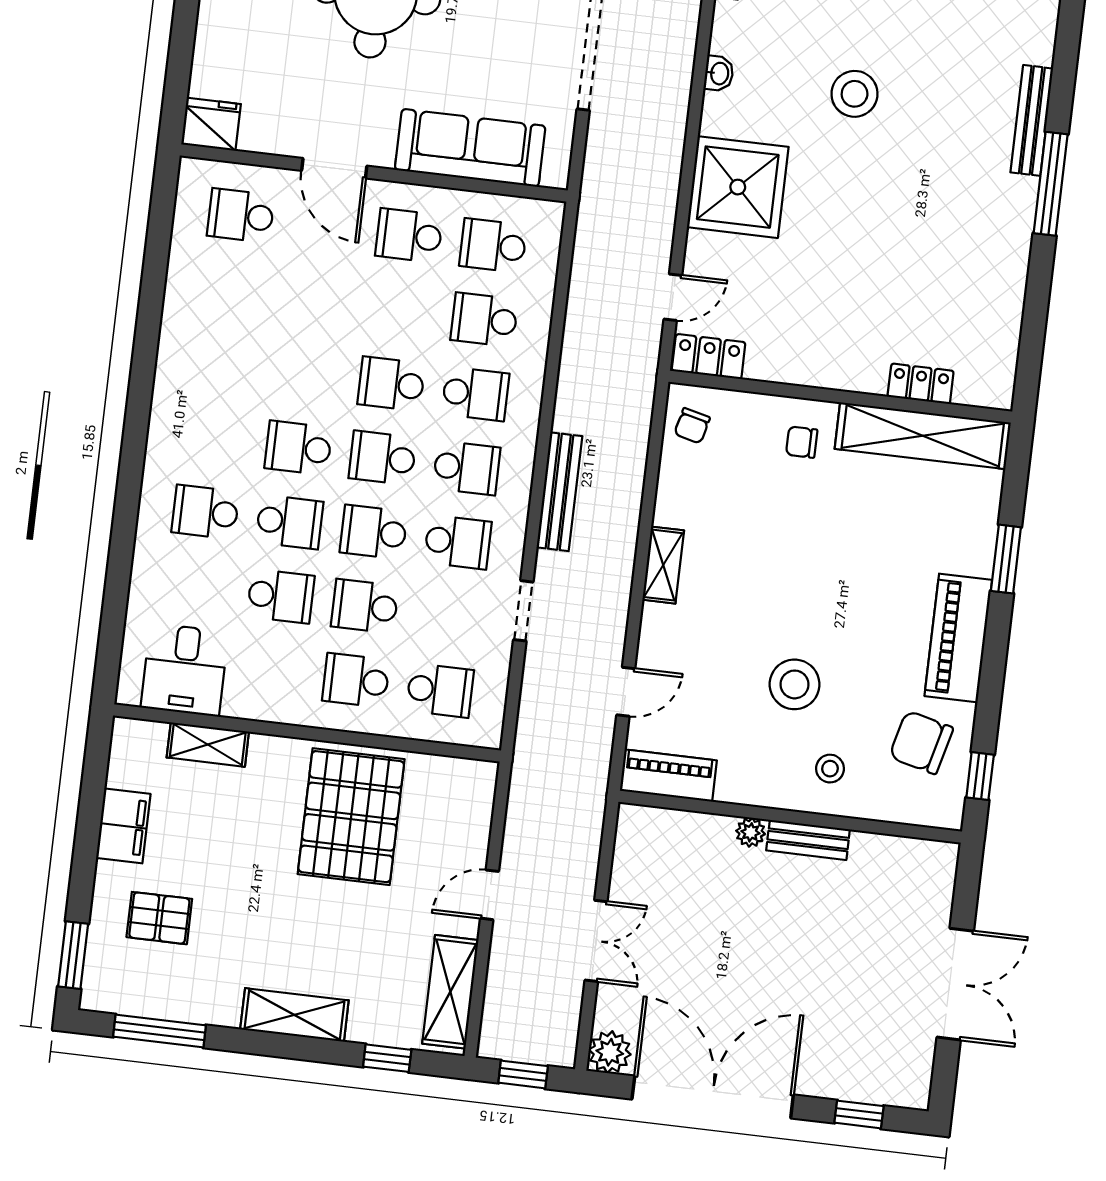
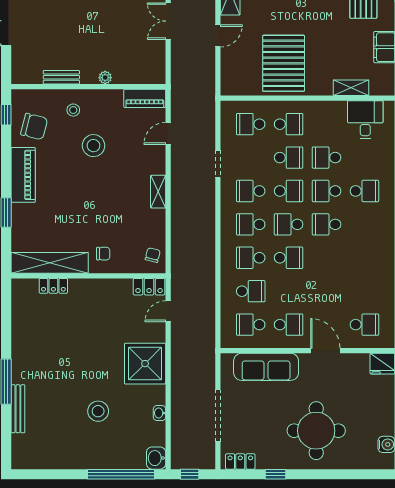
school desk: (493, 246) -> (251, 325), turned 180
school desk: (298, 448) -> (326, 224), turned 180
school desk: (382, 458) -> (289, 224), turned 180
bench: (559, 492) -> (208, 219), removed
bench: (808, 840) -> (61, 77), moved

